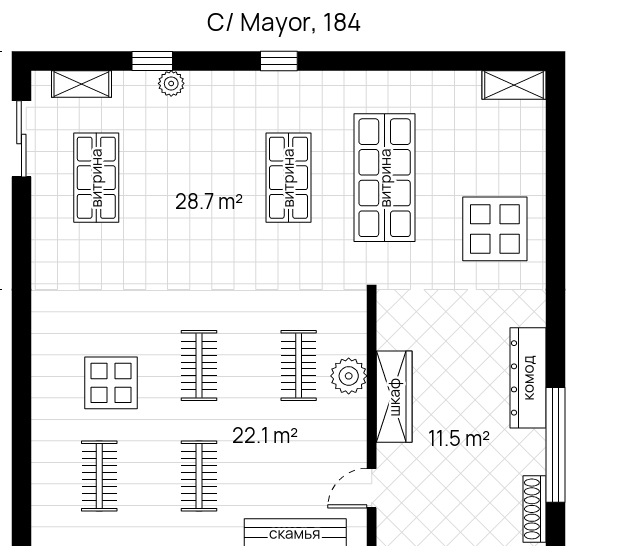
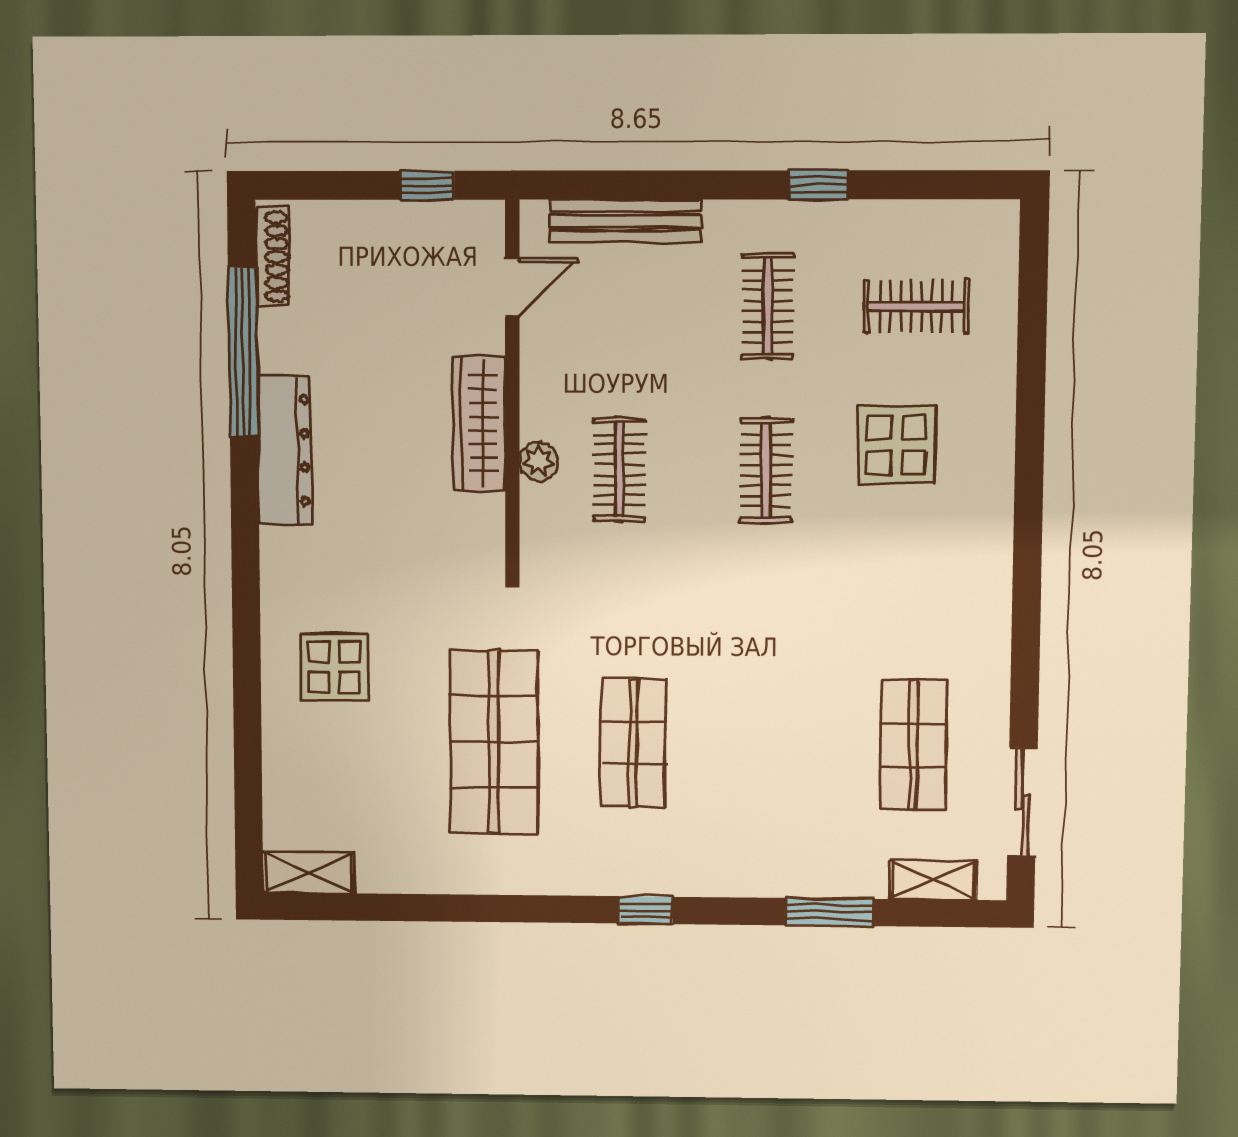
window: (152, 61) -> (830, 912), width x1.50
plant: (171, 83) -> (802, 880), removed
display table: (495, 229) -> (334, 667), width x0.73, depth x0.73
plant: (349, 376) -> (539, 461), width x0.73, depth x0.73
clothes rail: (99, 476) -> (916, 306), turned 90

